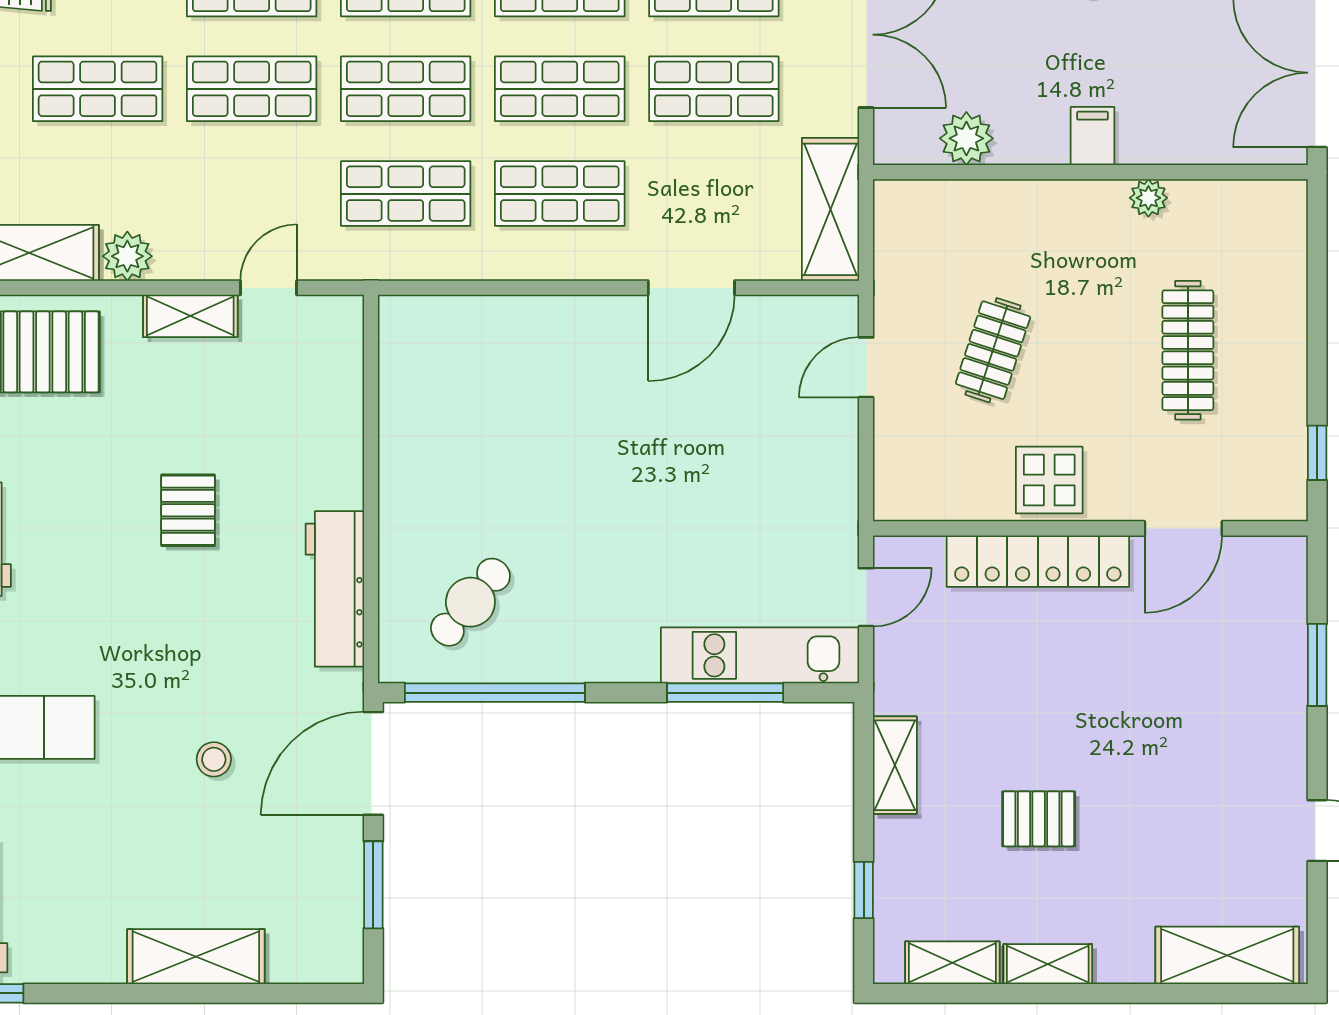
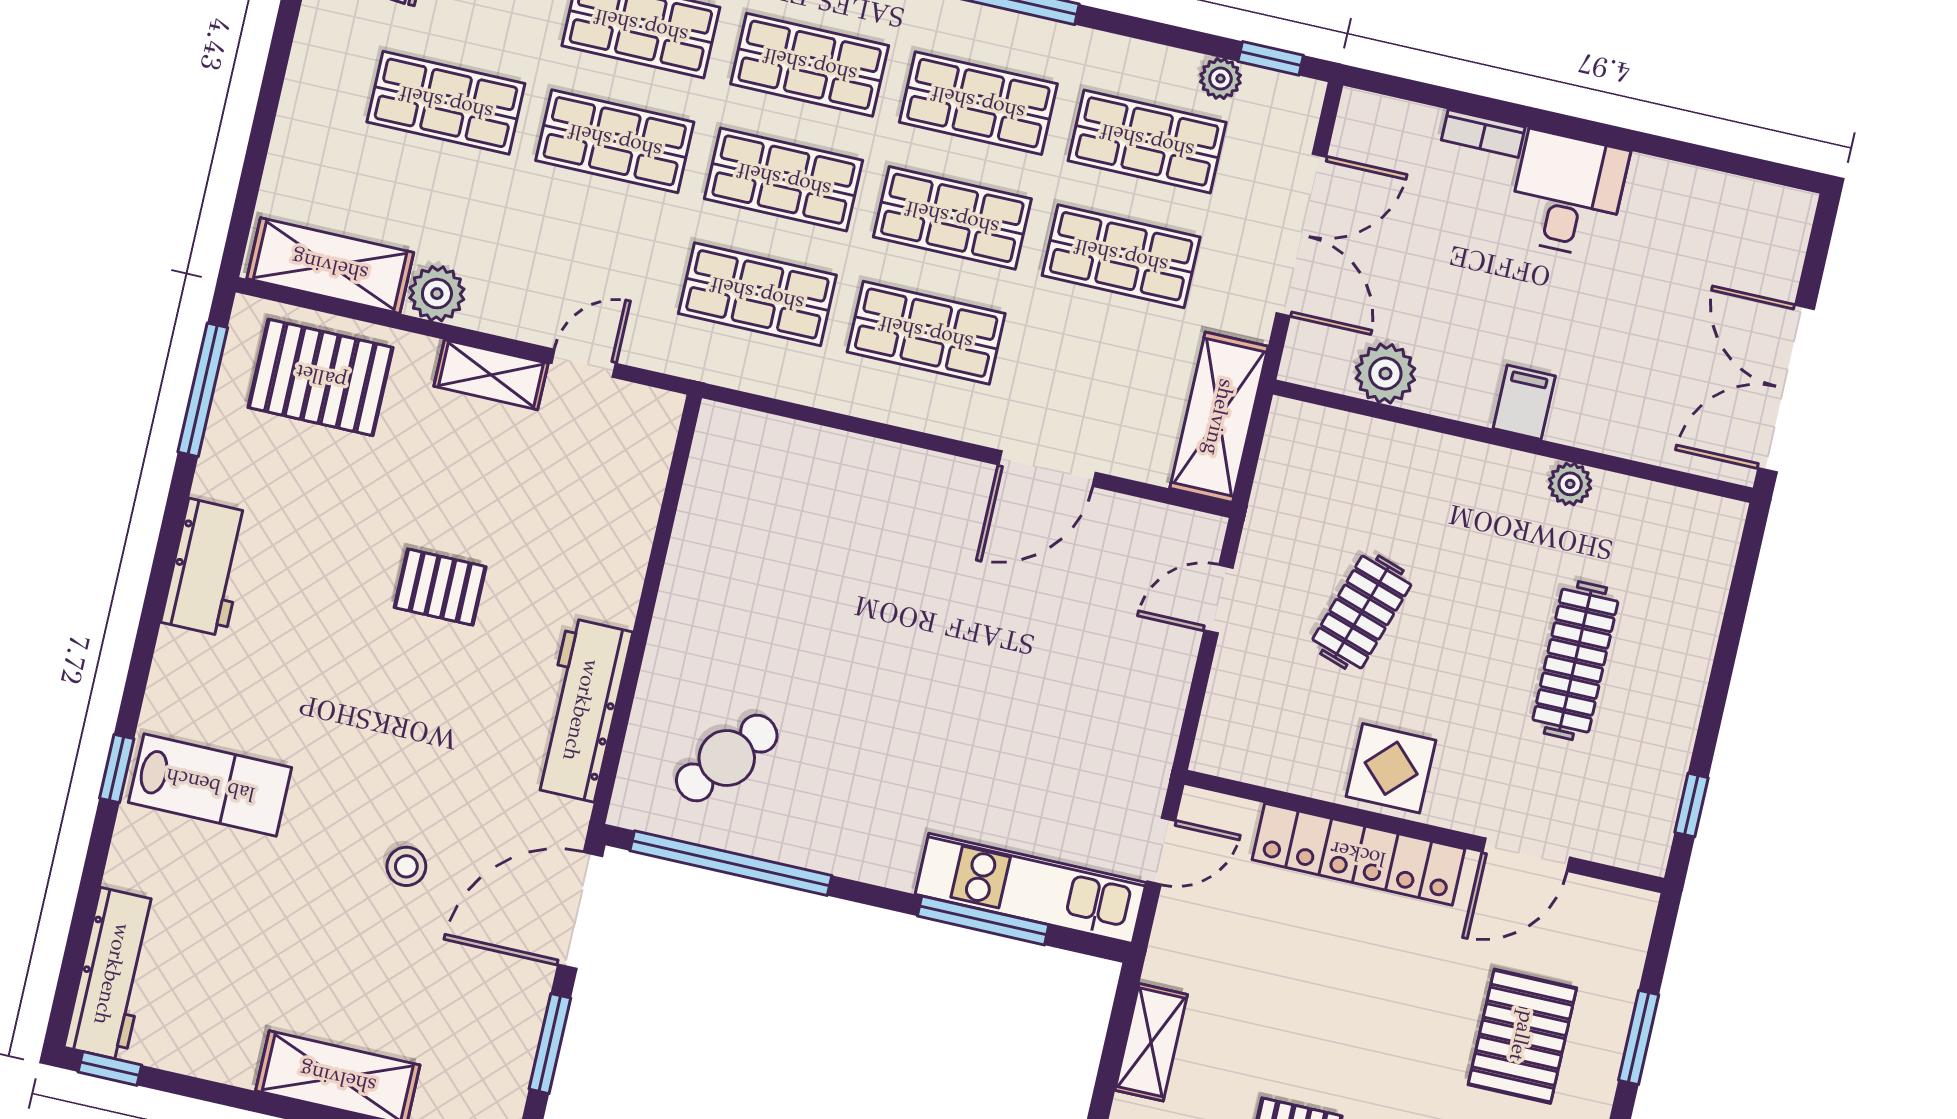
pallet: (188, 510) -> (440, 587), turned 90
pallet: (1216, 687) -> (1522, 1036), added

